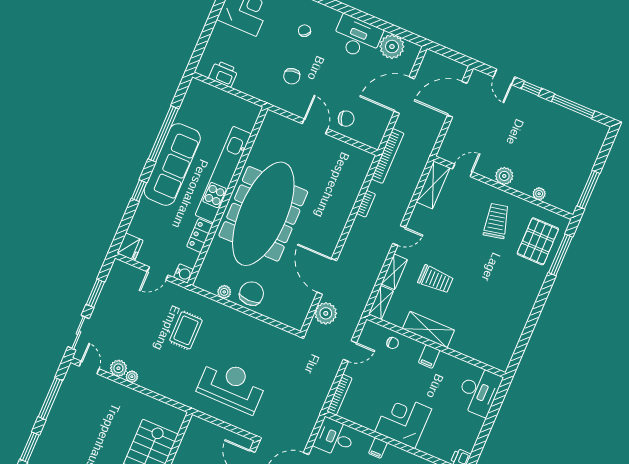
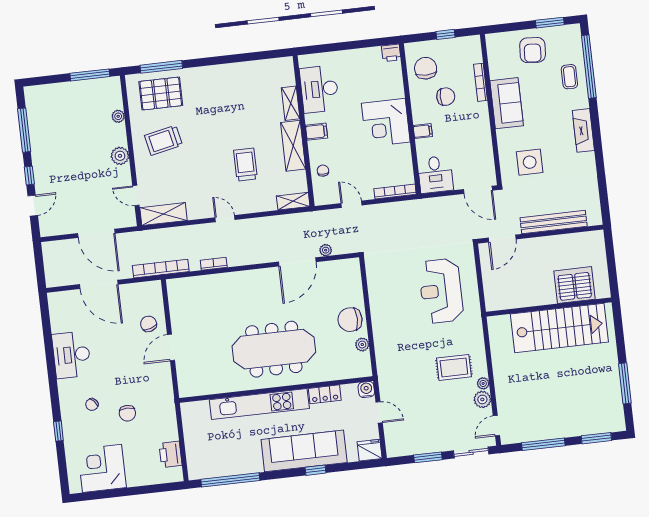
plant: (392, 47) -> (62, 320), removed
chair: (292, 76) -> (127, 413), moved, turned 101
door: (457, 99) -> (96, 233), moved
window: (163, 134) -> (230, 480), moved
sofa: (172, 164) -> (304, 451), moved
meeting table: (263, 214) -> (274, 349), width x0.73, depth x0.79
shelving: (394, 272) -> (291, 103), moved, turned 90
plant: (326, 313) -> (326, 250), width x0.53, depth x0.53
rug: (186, 330) -> (454, 367), moved
desk: (479, 391) -> (319, 89), moved, turned -90

